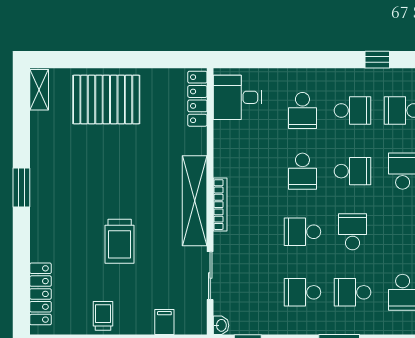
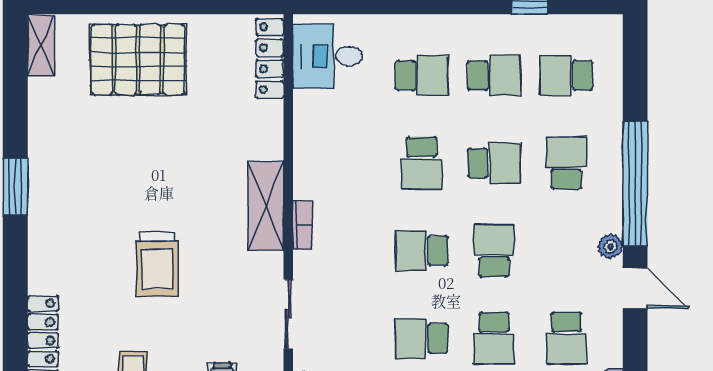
school desk: (302, 111) -> (422, 75), turned -90
shelving: (195, 201) -> (266, 206), width x0.68
bookcase: (220, 205) -> (303, 225), width x0.64
school desk: (353, 292) -> (494, 338), turned -90

